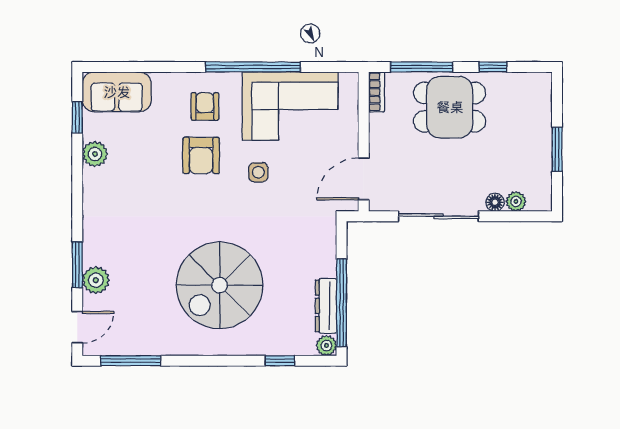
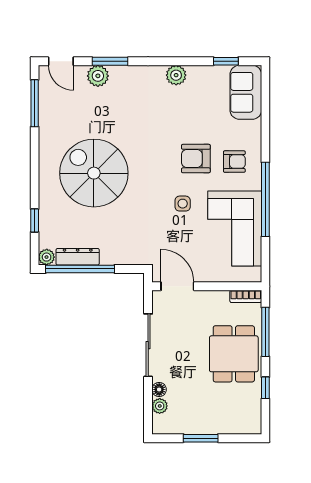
plant: (95, 154) -> (176, 75), moved

